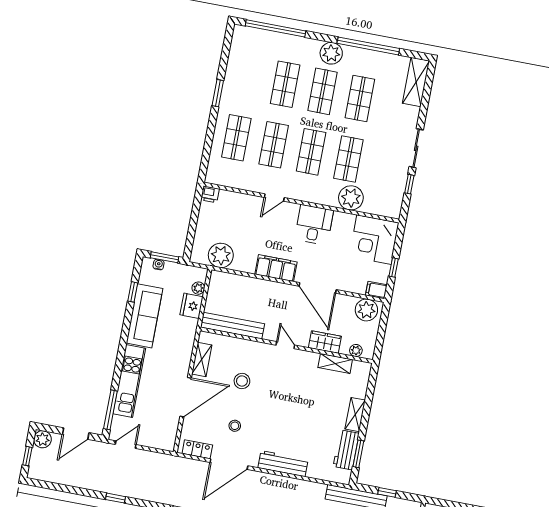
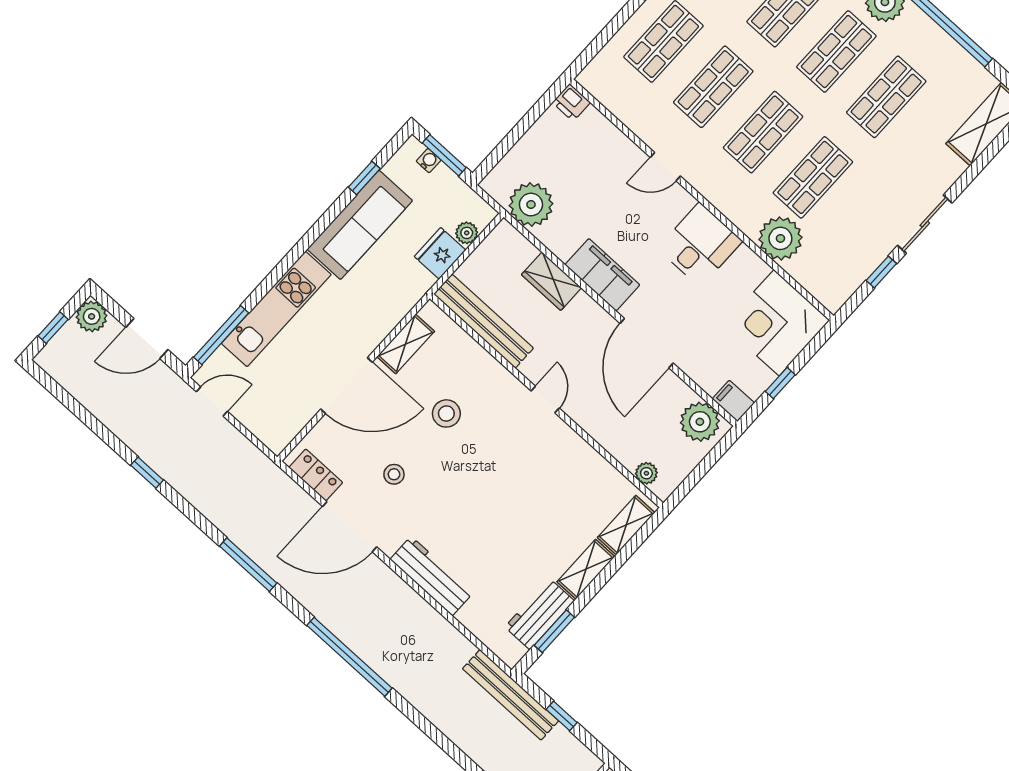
wardrobe: (325, 342) -> (551, 281), moved, turned 180
shelving: (335, 363) -> (626, 525), moved, turned 90

